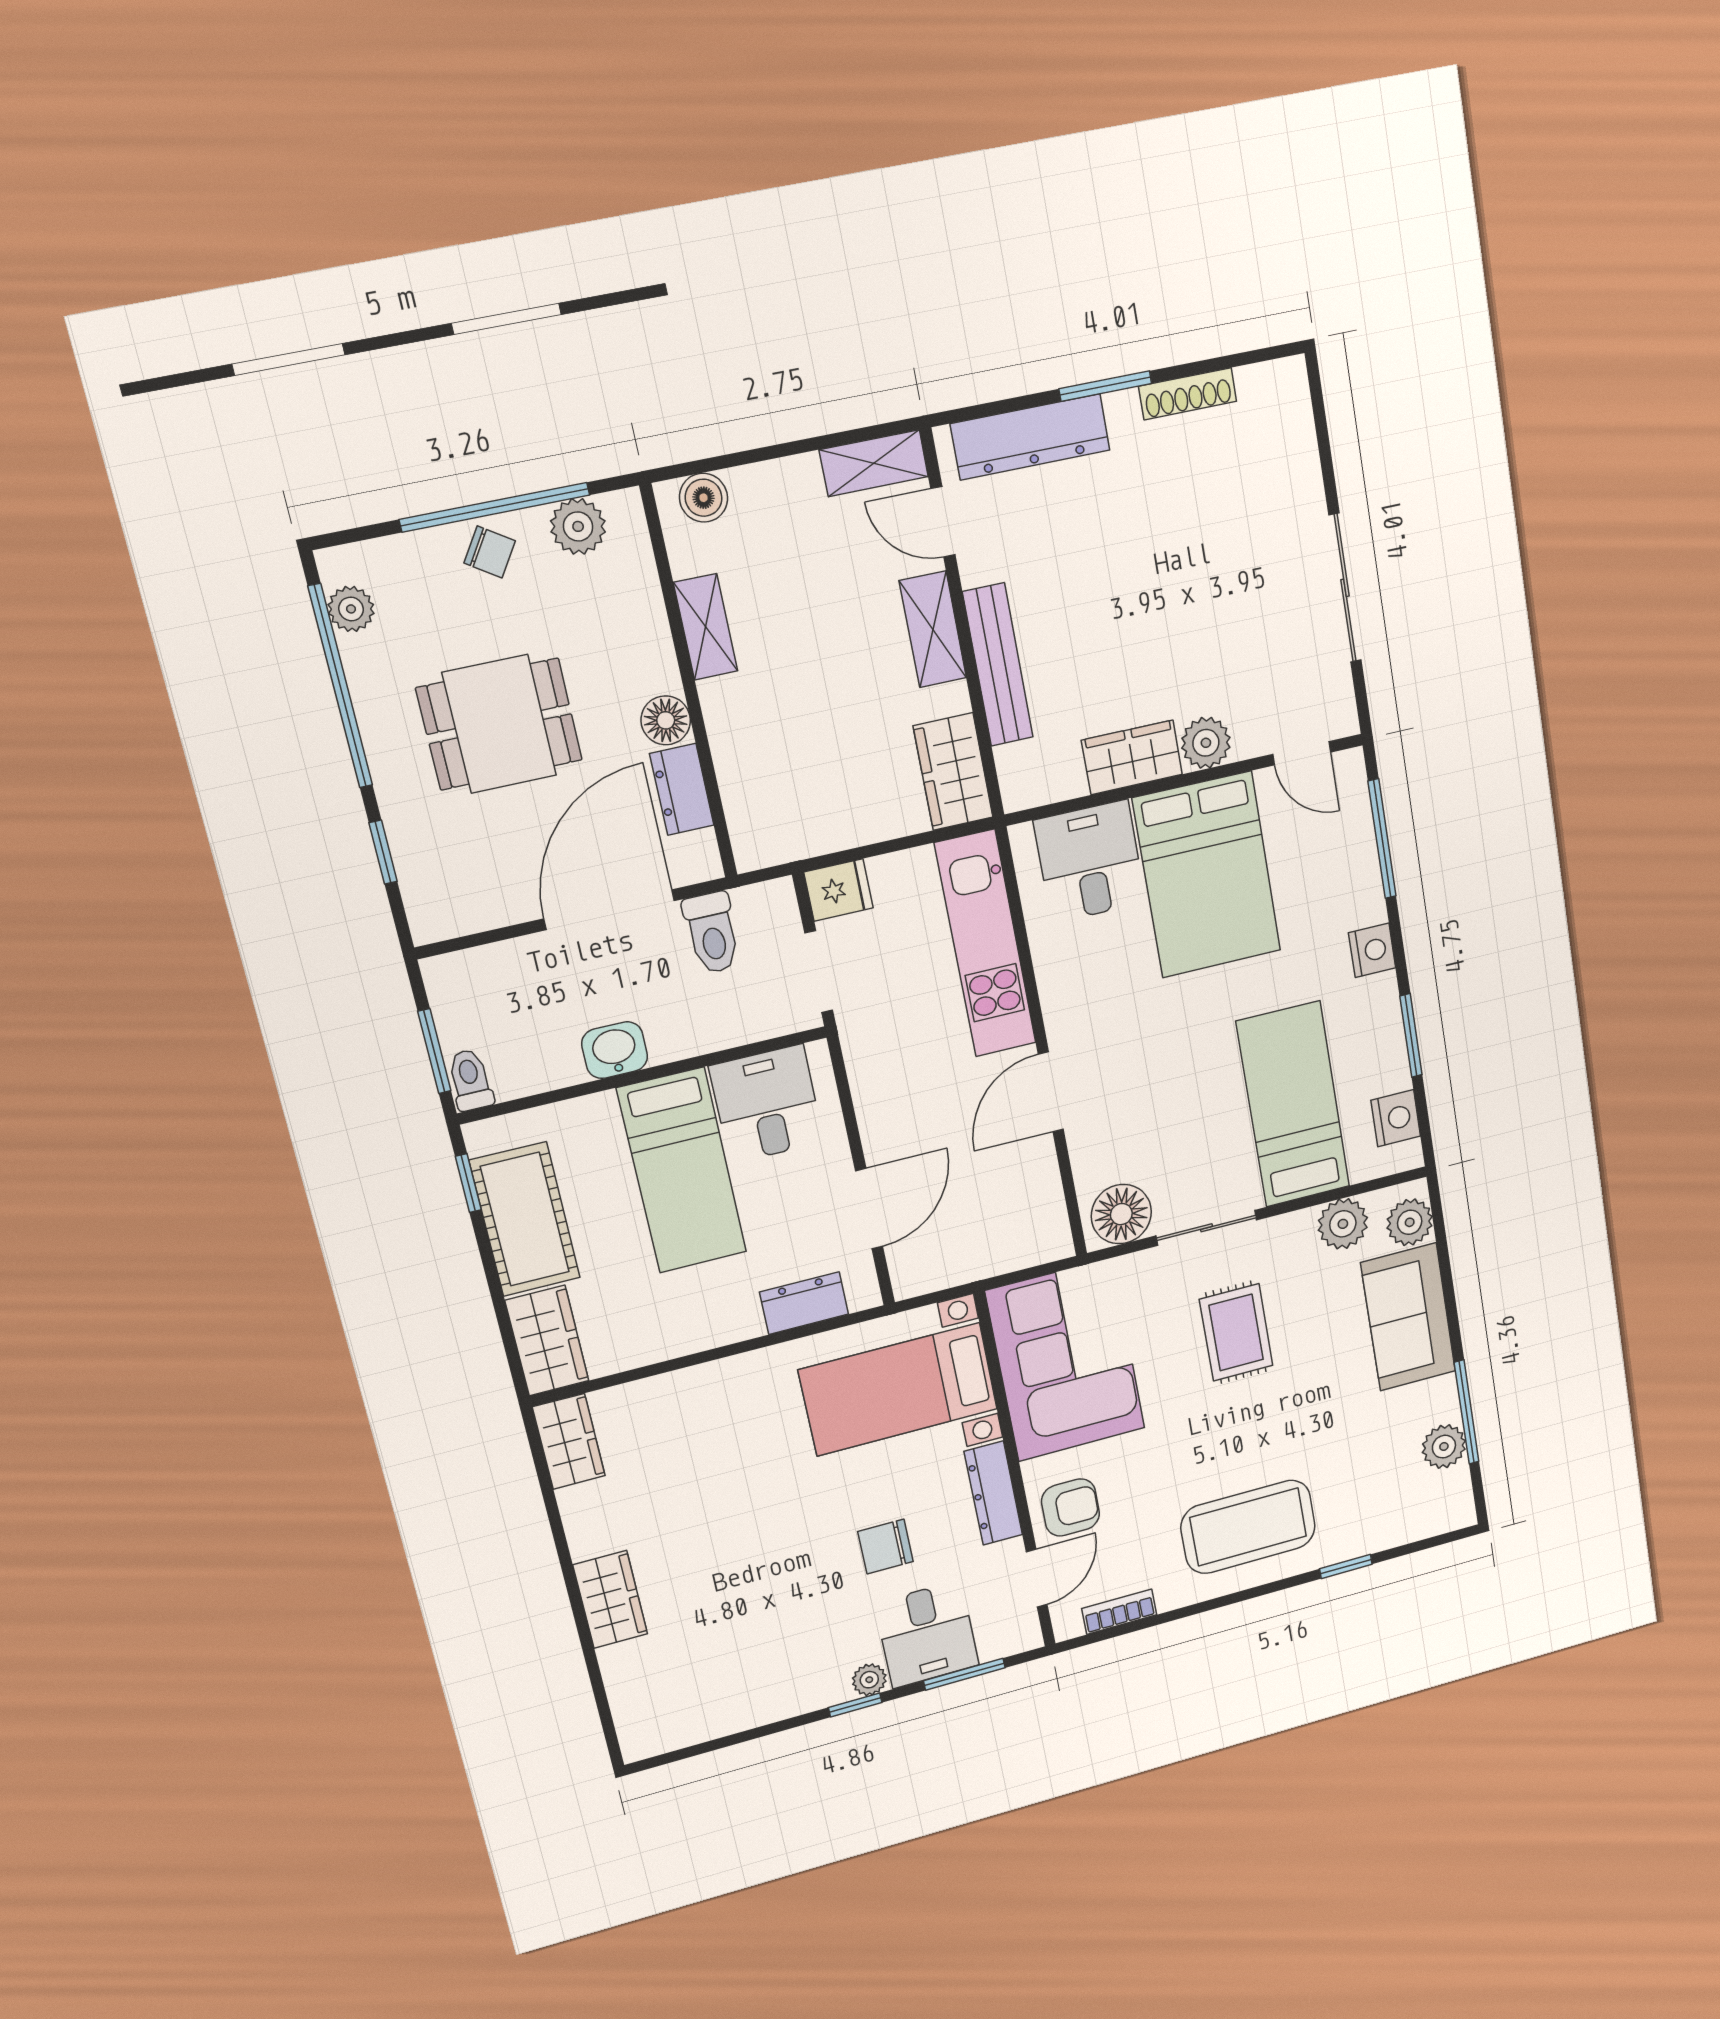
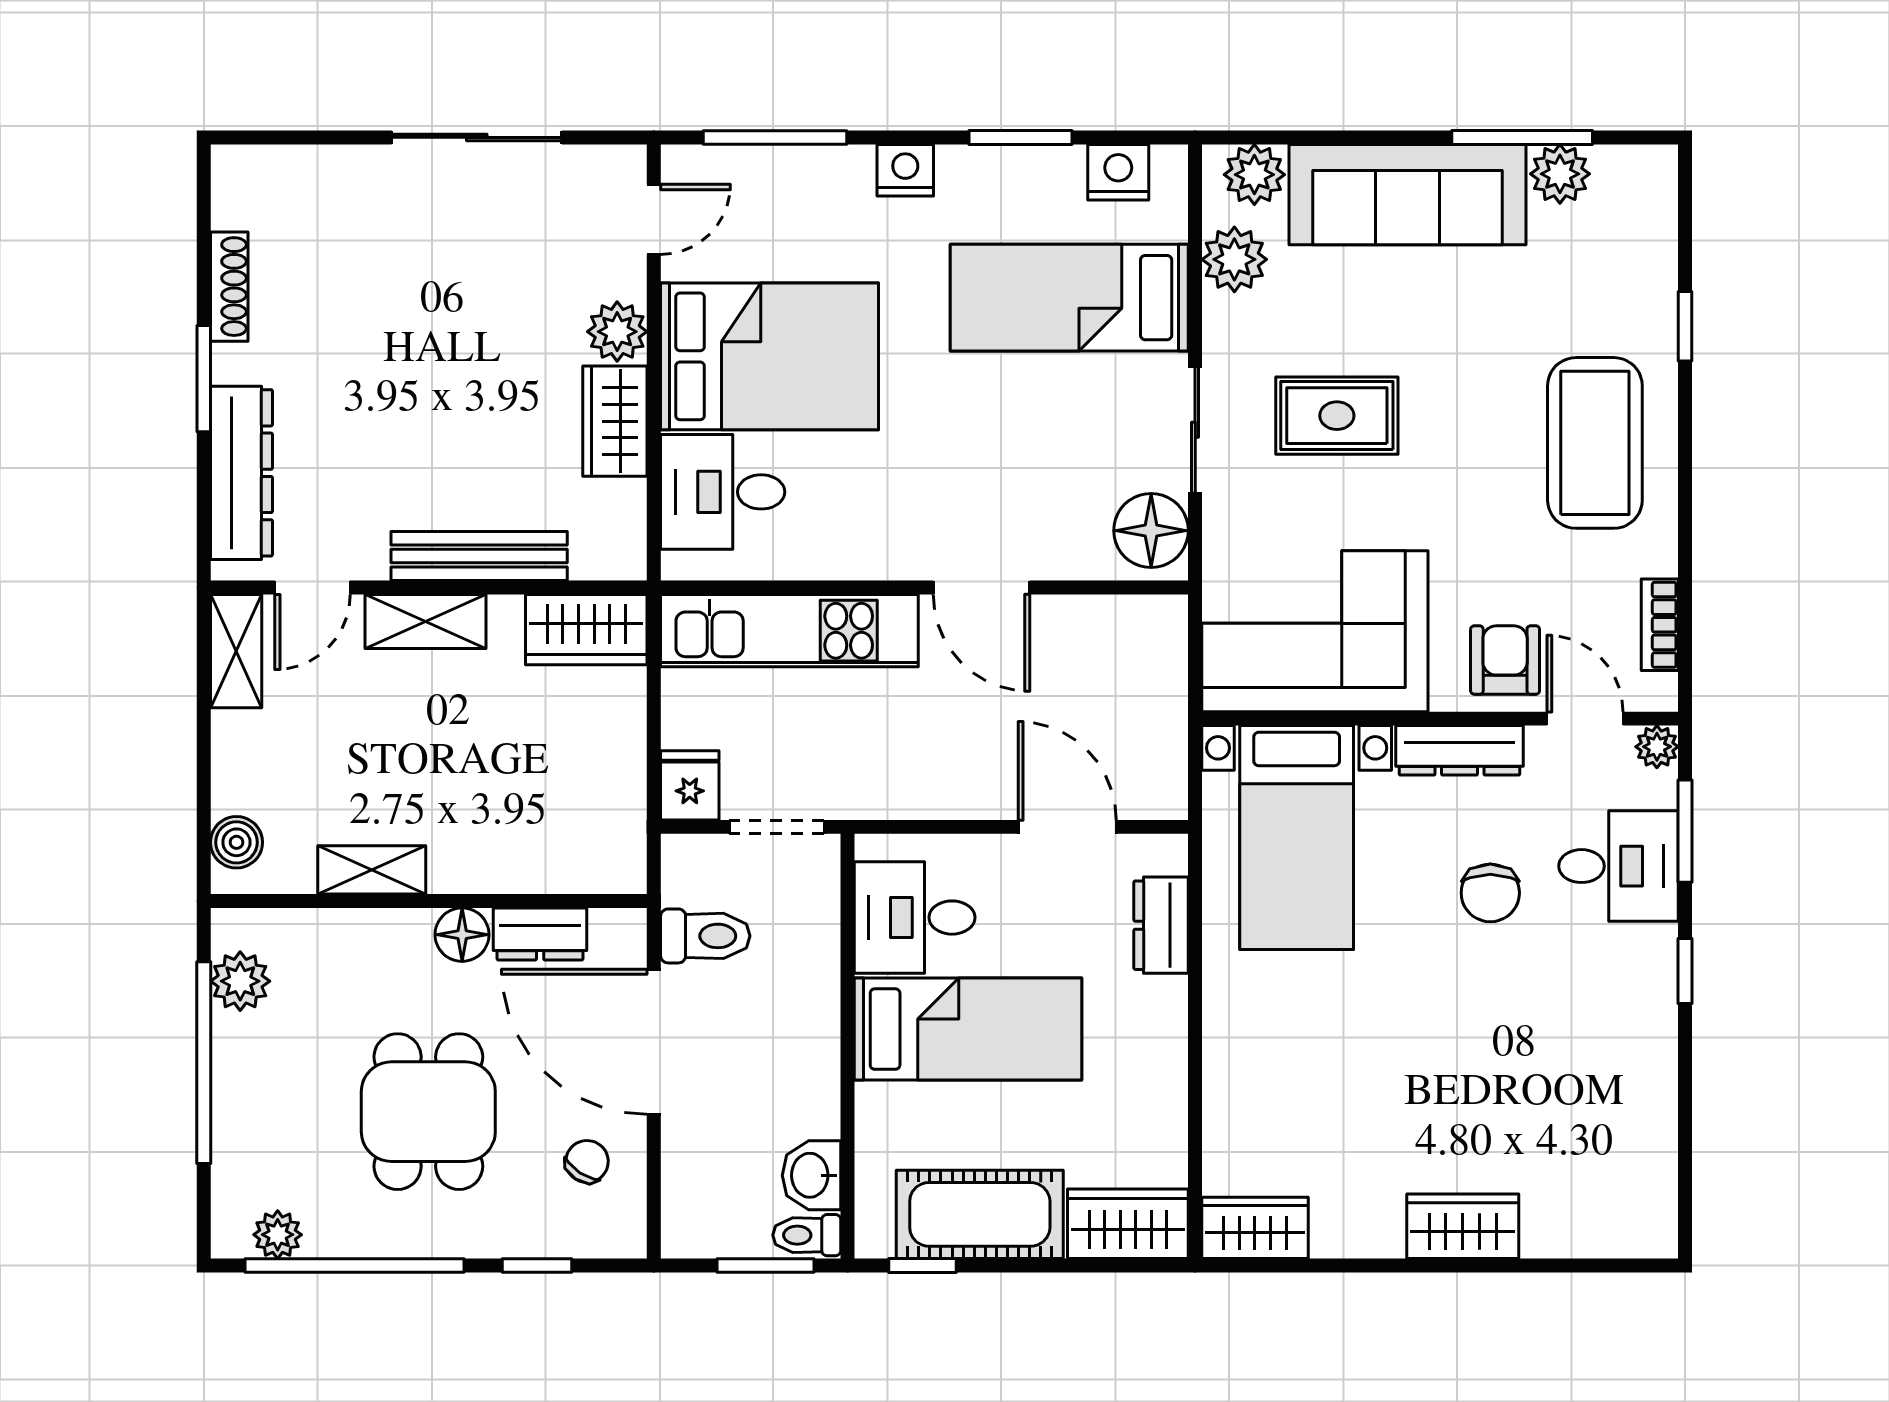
chair: (490, 552) -> (587, 1162), moved
washbasin: (615, 1050) -> (811, 1175), moved
sofa: (1408, 1317) -> (1407, 195), width x1.36
plant: (869, 1680) -> (1657, 747), moved

